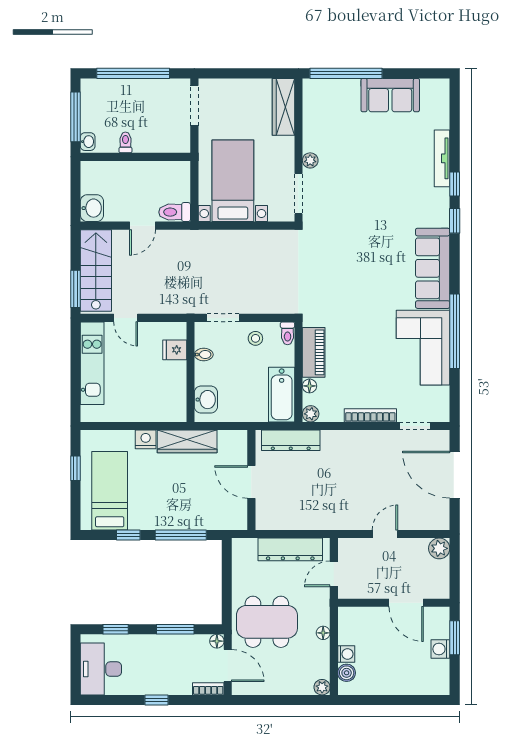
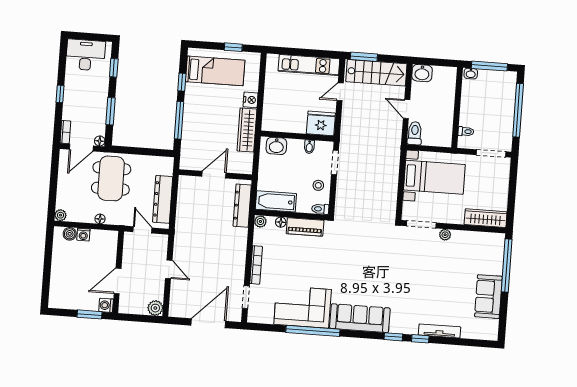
toilet: (125, 142) -> (466, 131), moved
fridge: (175, 350) -> (321, 123), width x1.88, depth x1.34
washing machine: (440, 649) -> (106, 305), moved, turned -90

